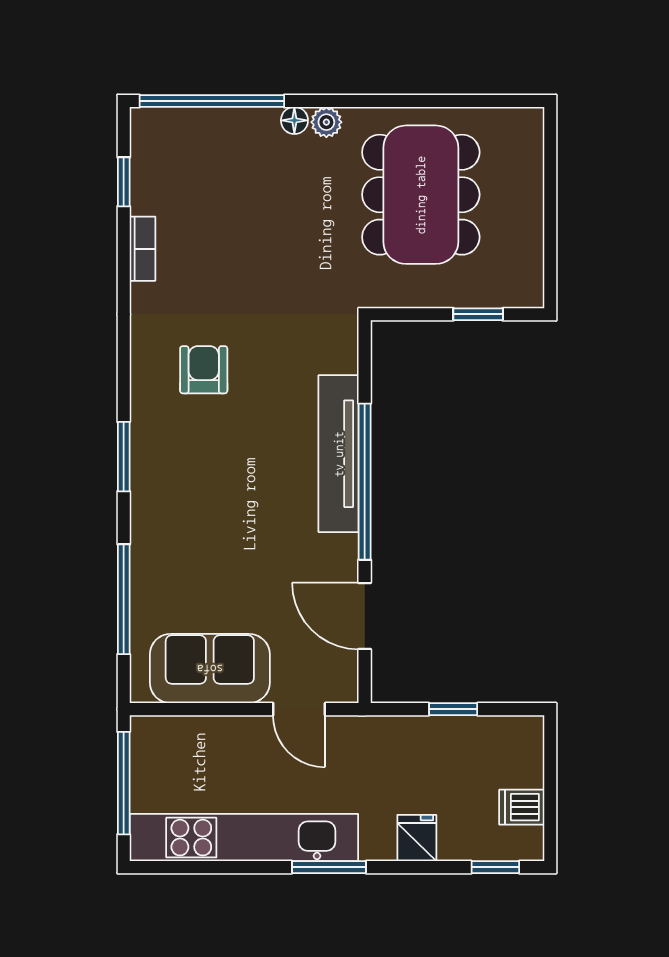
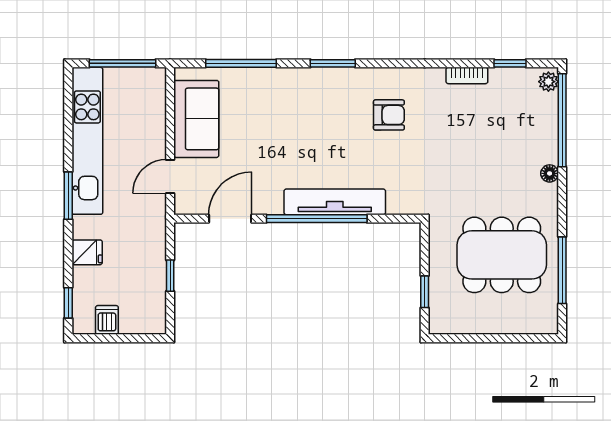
window: (445, 101) -> (562, 270), added
plant: (326, 122) -> (548, 82), moved

